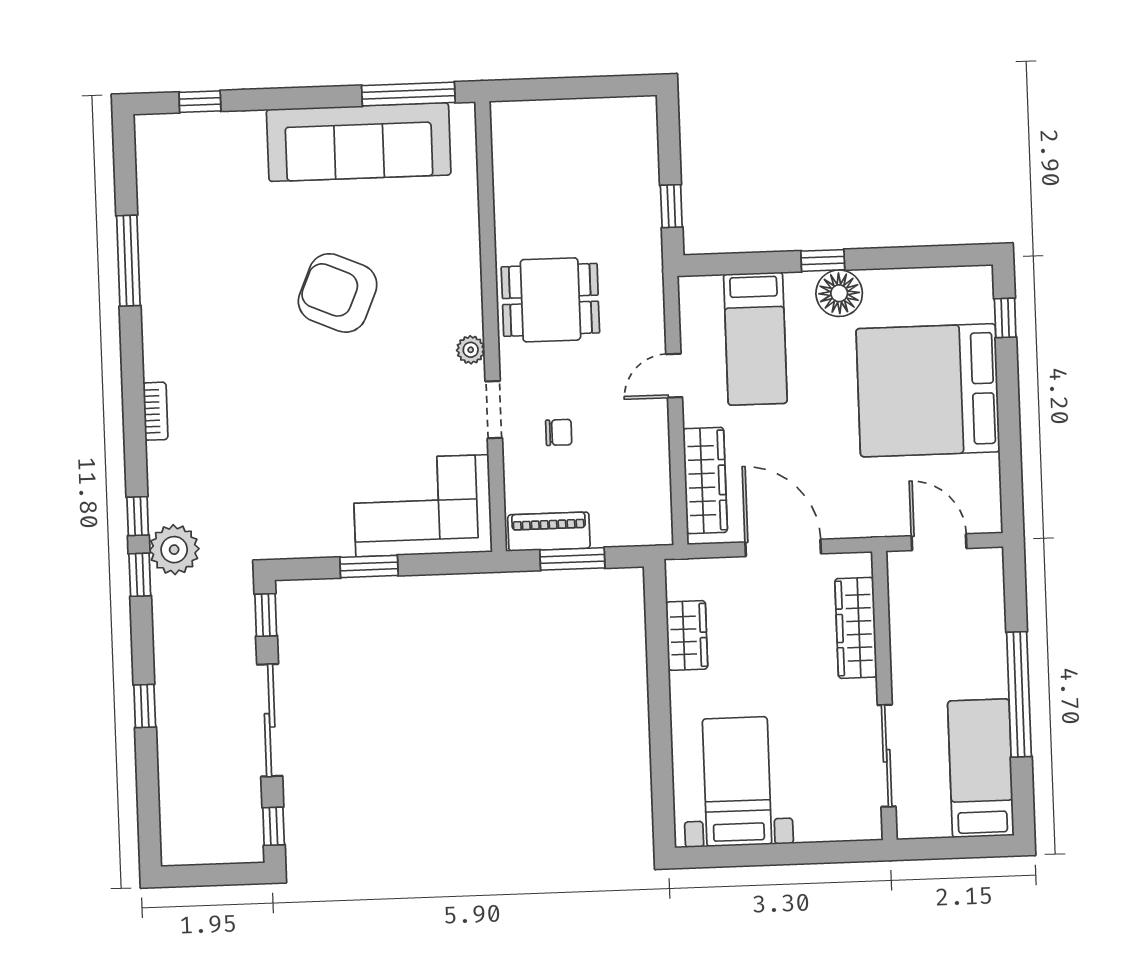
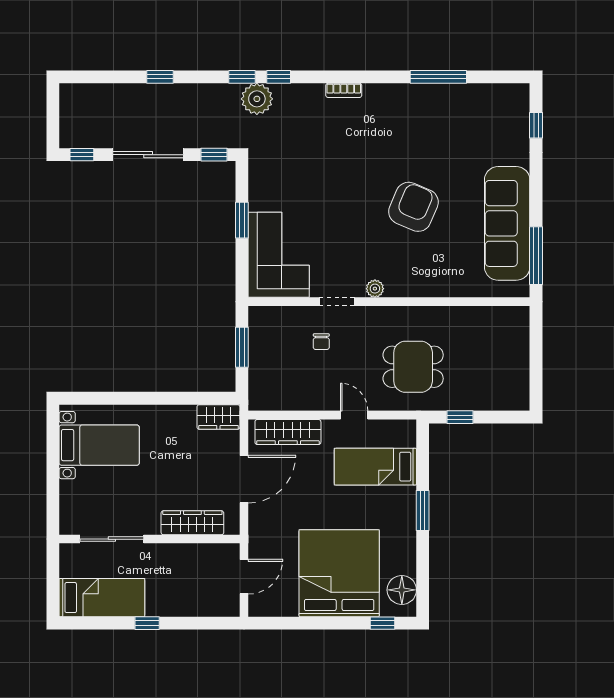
window: (823, 260) -> (423, 510), width x1.50
floor lamp: (839, 293) -> (402, 590), moved
dining table: (550, 300) -> (413, 367), moved, turned 90
piano: (549, 532) -> (260, 333), removed
wardrobe: (687, 635) -> (218, 417), moved
window: (1019, 694) -> (147, 623), width x0.32

